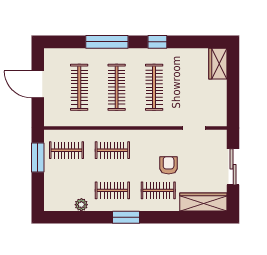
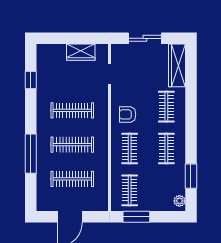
window: (157, 42) -> (31, 80), moved
wardrobe: (218, 64) -> (81, 52), moved
armchair: (169, 165) -> (128, 114), moved
plant: (81, 205) -> (179, 201), moved
window: (126, 217) -> (191, 176), moved

